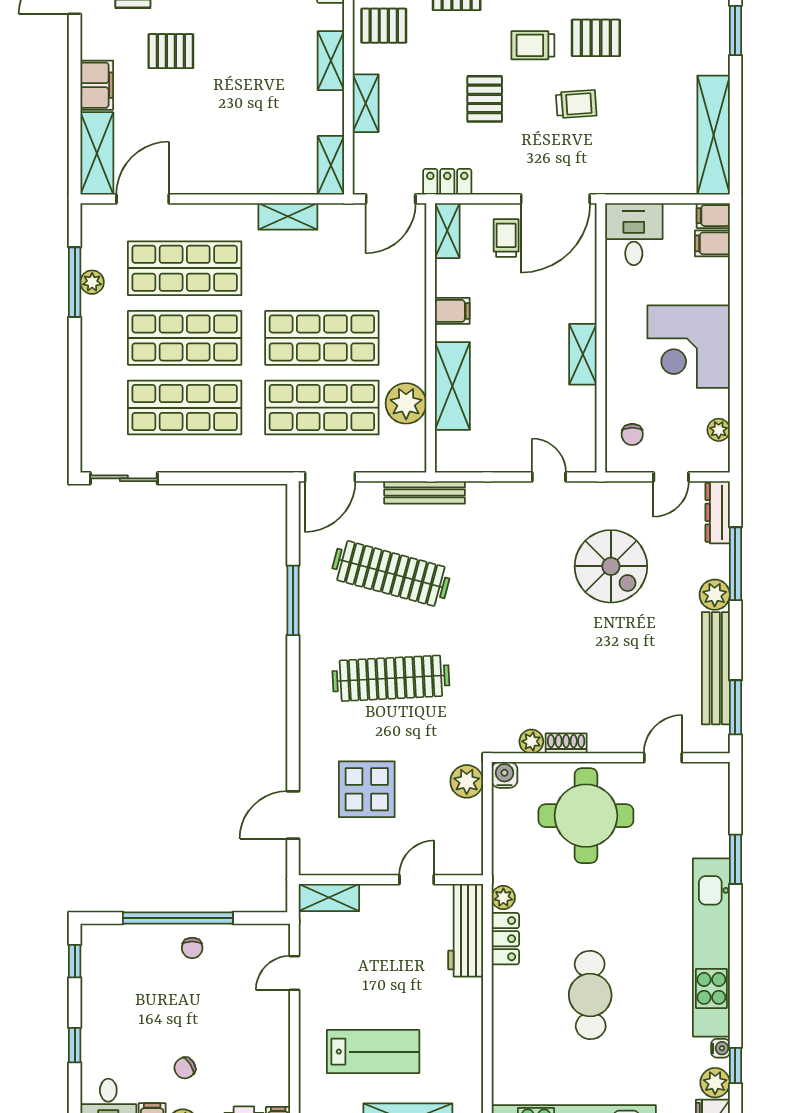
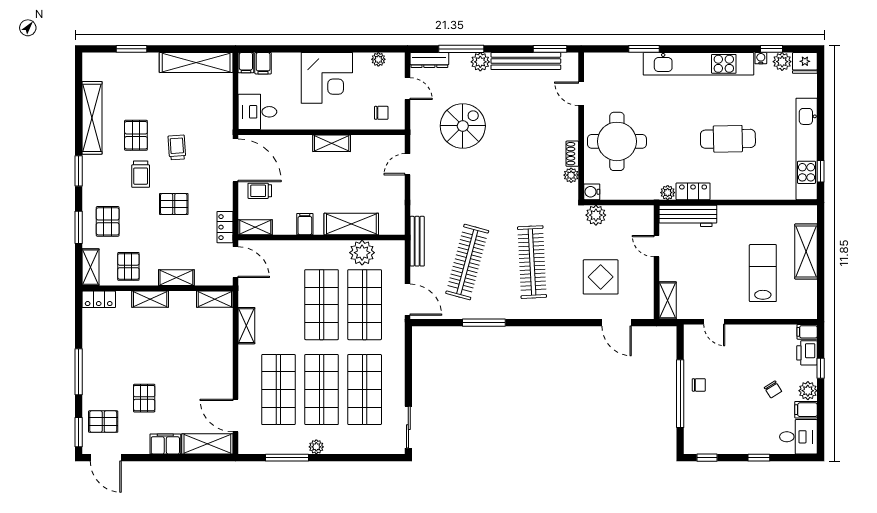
plant: (92, 282) -> (316, 447), moved

